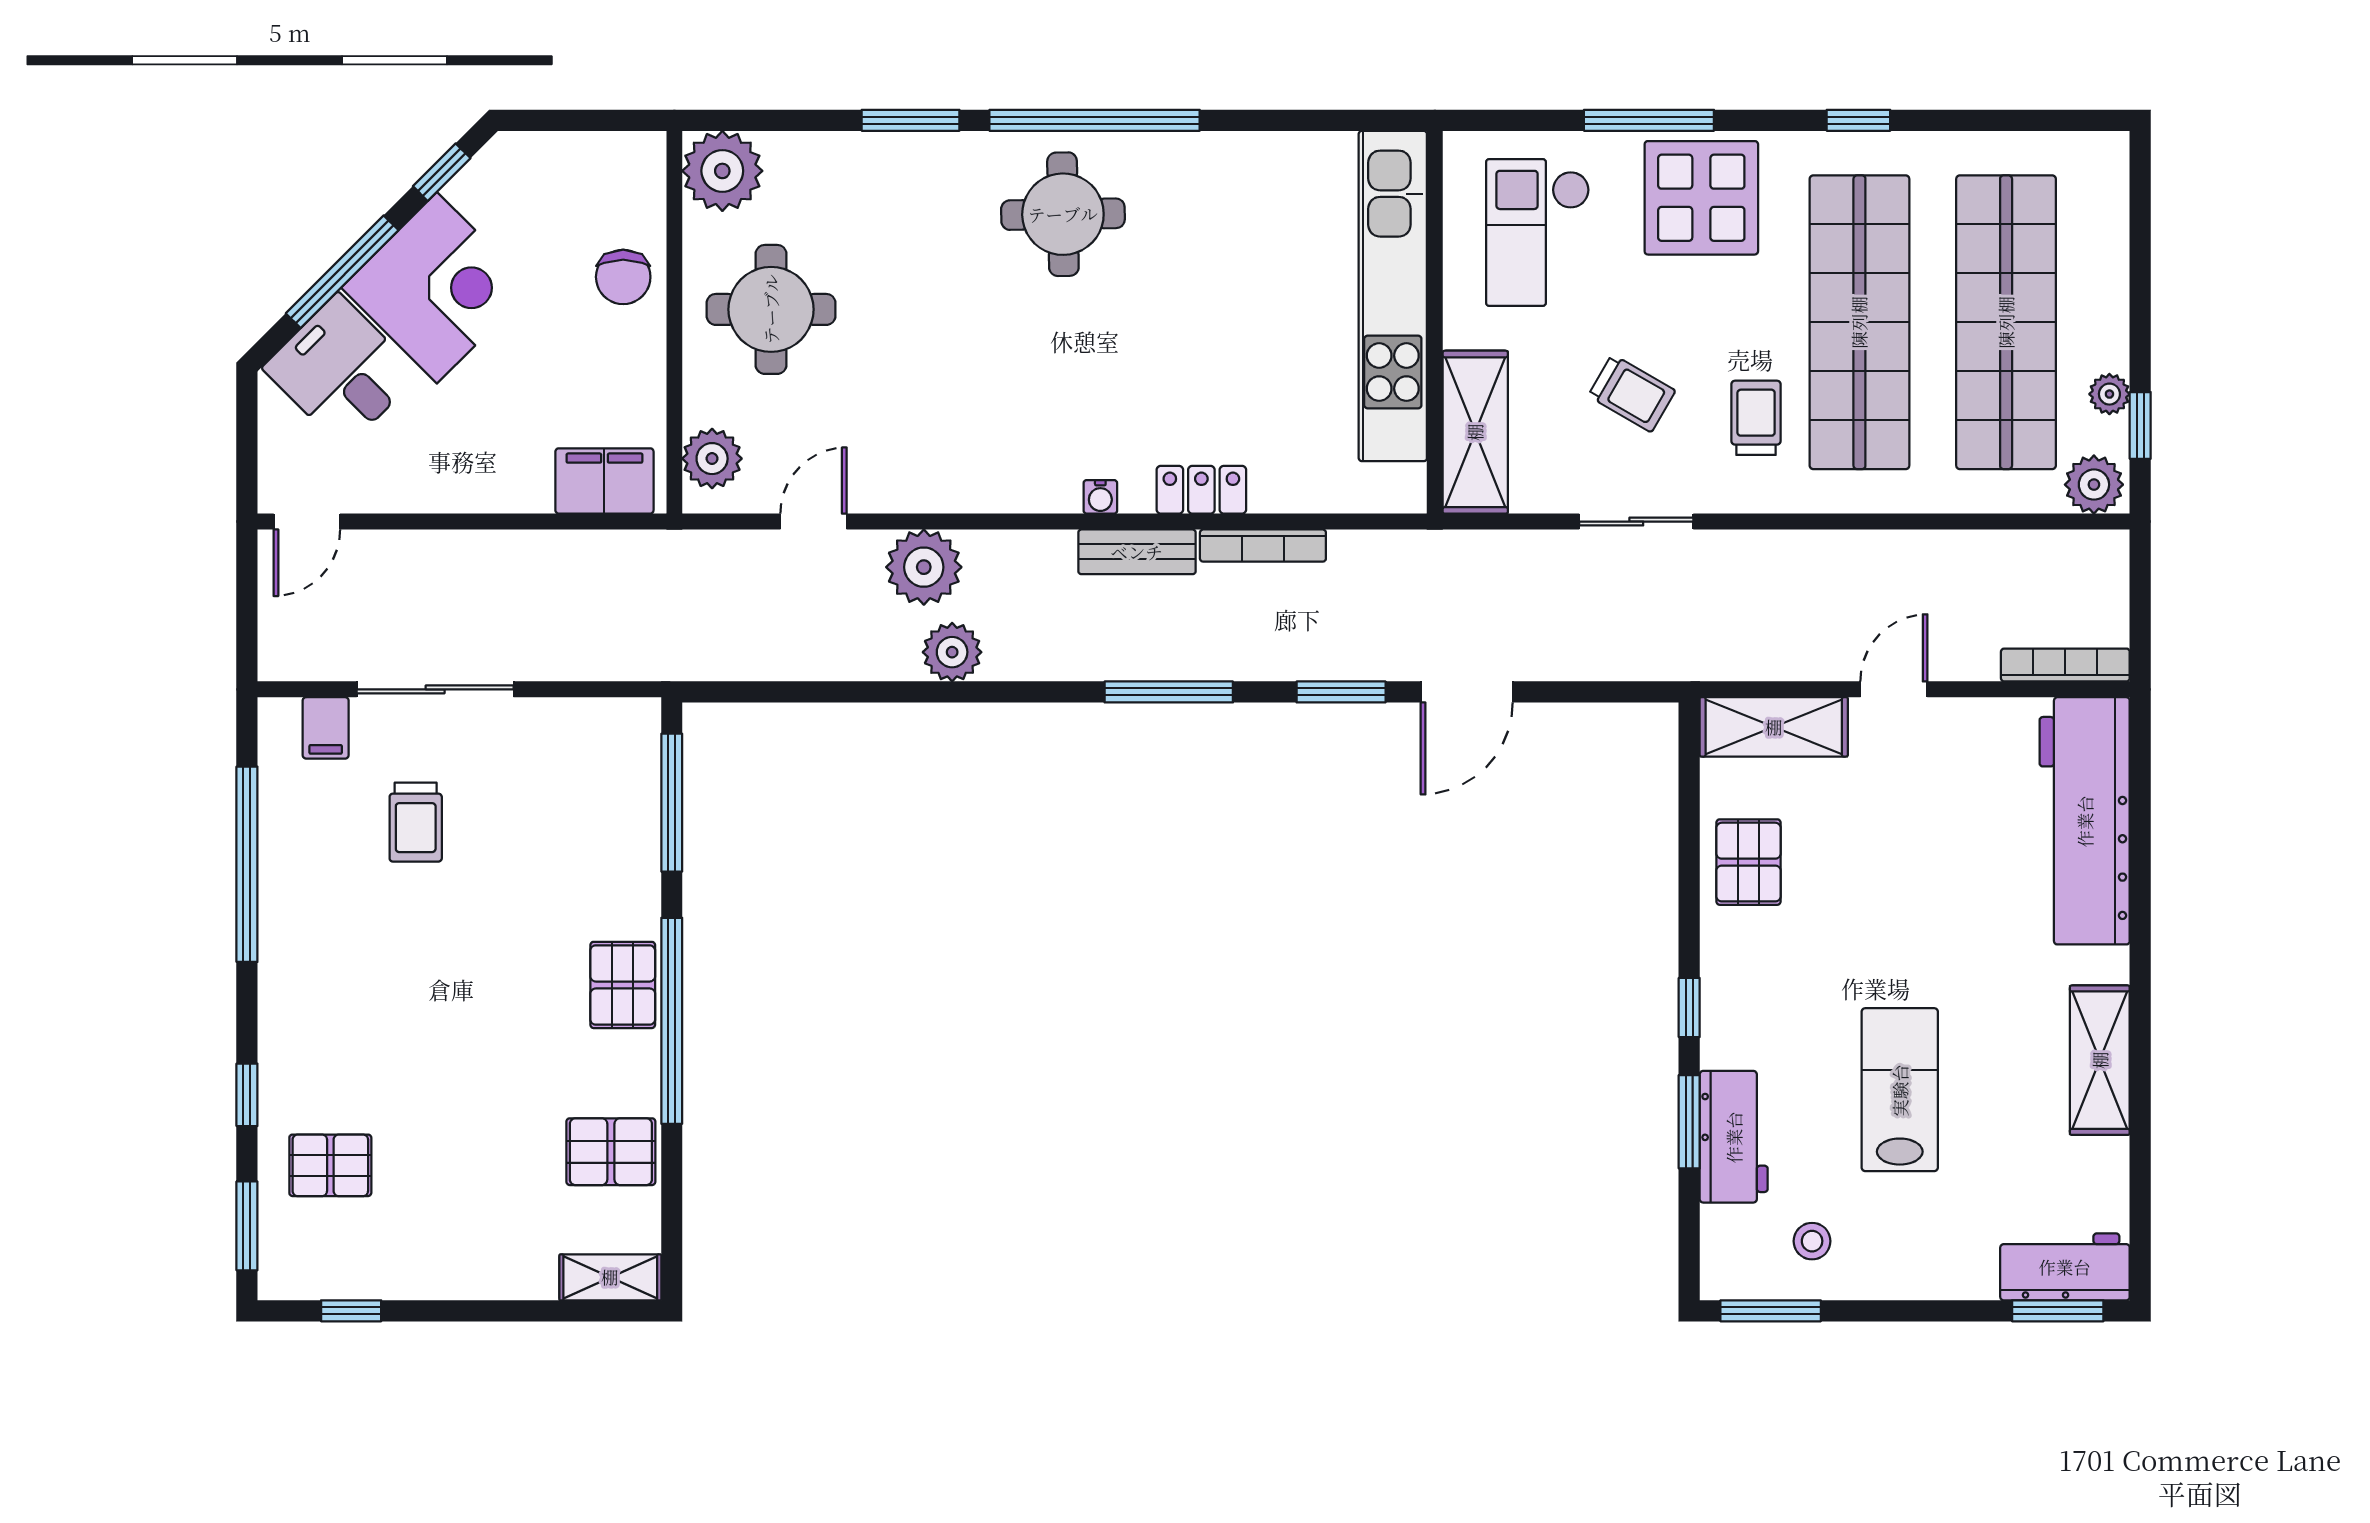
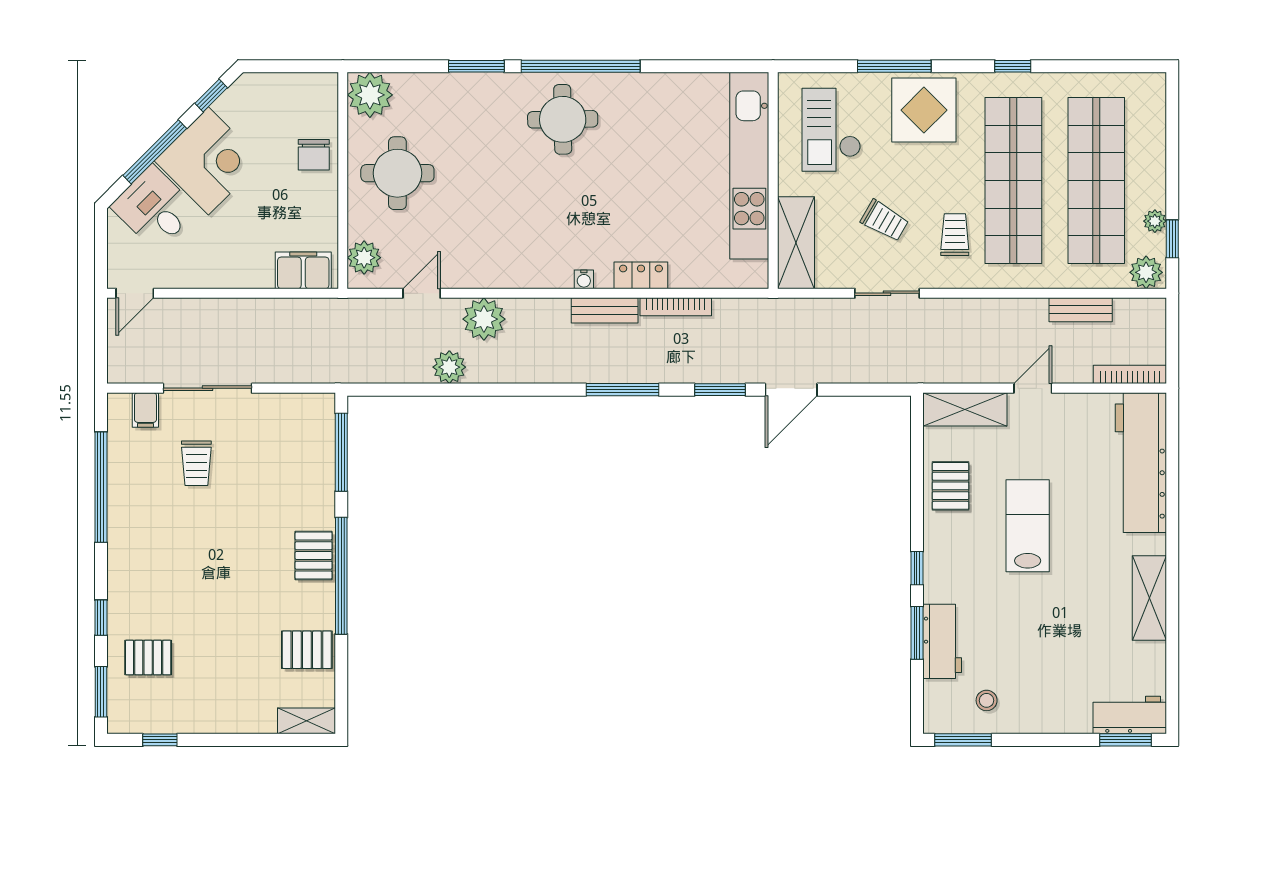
bench: (1978, 551) -> (1081, 310), added
plant: (952, 652) -> (449, 367), moved
lab bench: (1900, 1090) -> (1028, 526), moved

